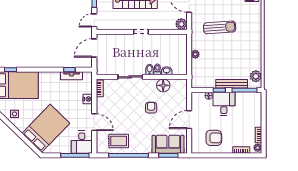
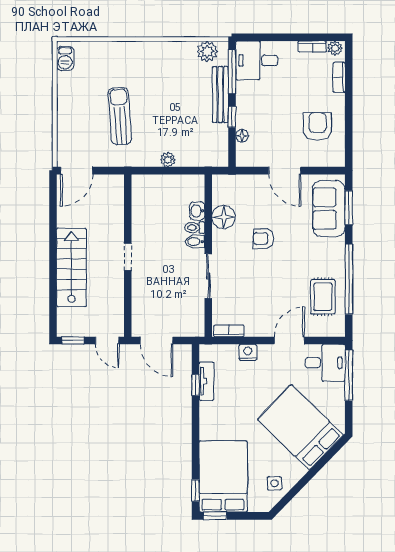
plant: (181, 24) -> (114, 185), removed
desk: (224, 104) -> (257, 60), moved

